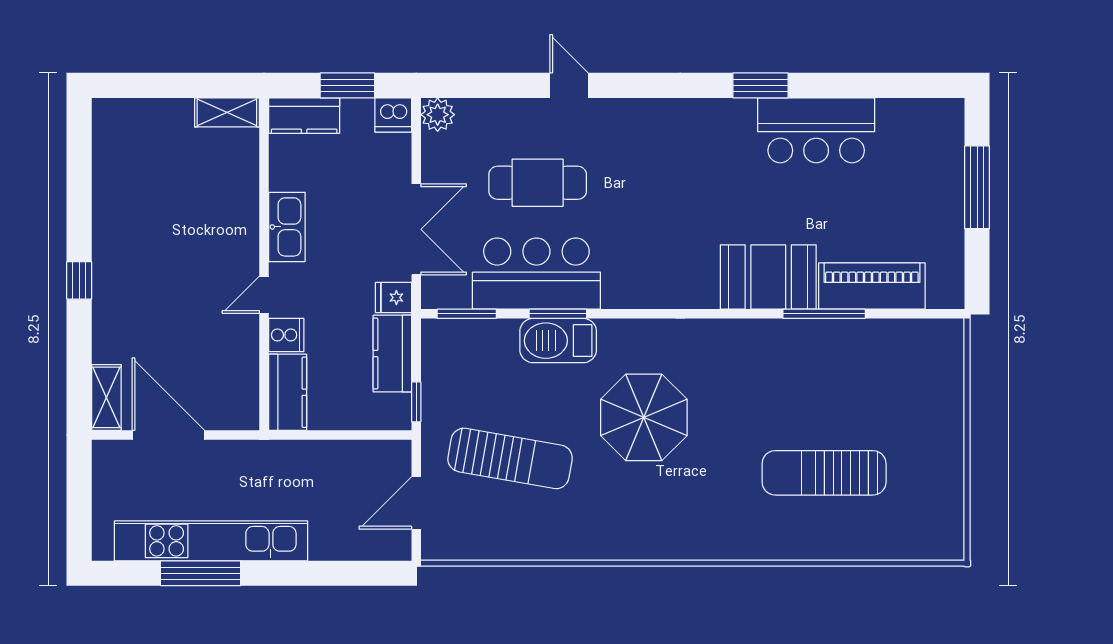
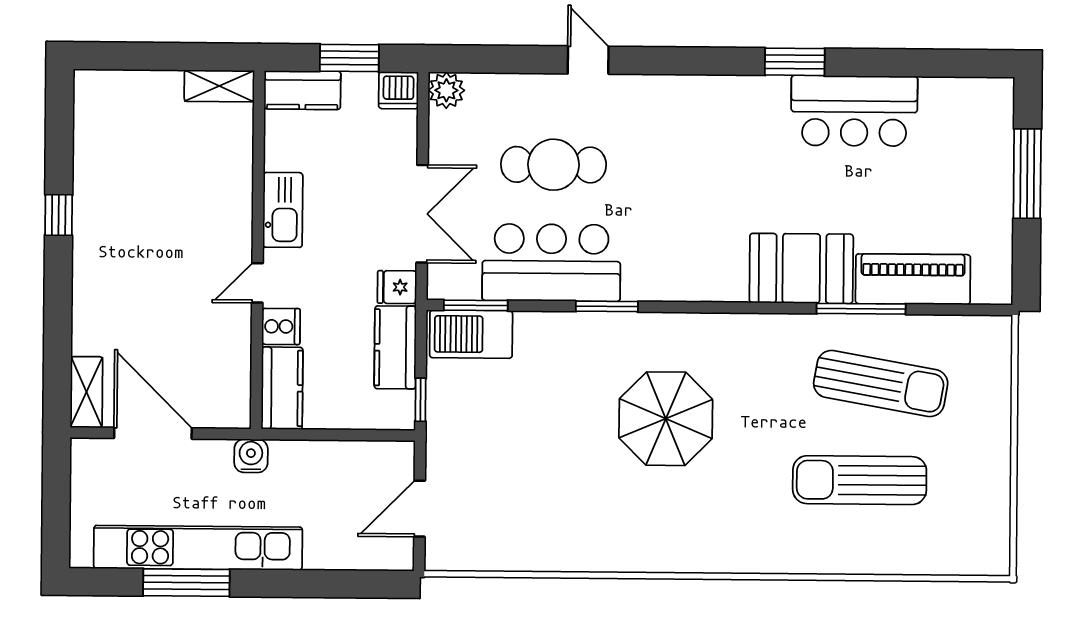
window: (79, 280) -> (59, 215), moved
window: (558, 314) -> (607, 306), moved
barbecue: (558, 341) -> (471, 334), moved
water cooler: (259, 455) -> (251, 456), added
sun lounger: (510, 458) -> (881, 383), moved

